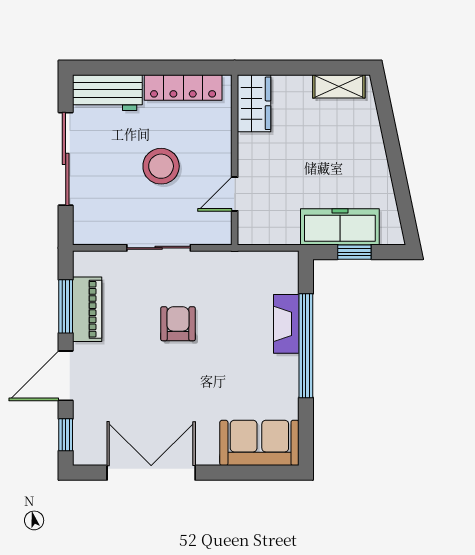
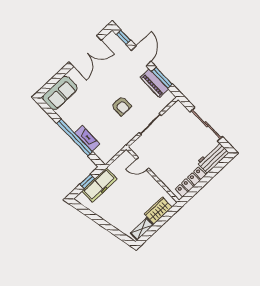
wardrobe: (254, 103) -> (158, 210), moved, turned 90
stool: (161, 166) -> (174, 151), removed
door: (235, 194) -> (142, 164), swing flipped

